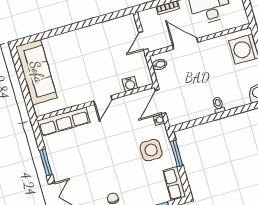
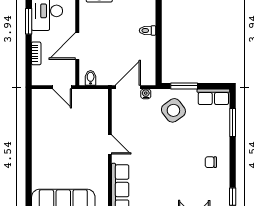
water cooler: (130, 84) -> (101, 113), removed
door: (161, 102) -> (128, 87), swing flipped
side table: (151, 150) -> (173, 110), turned -36

